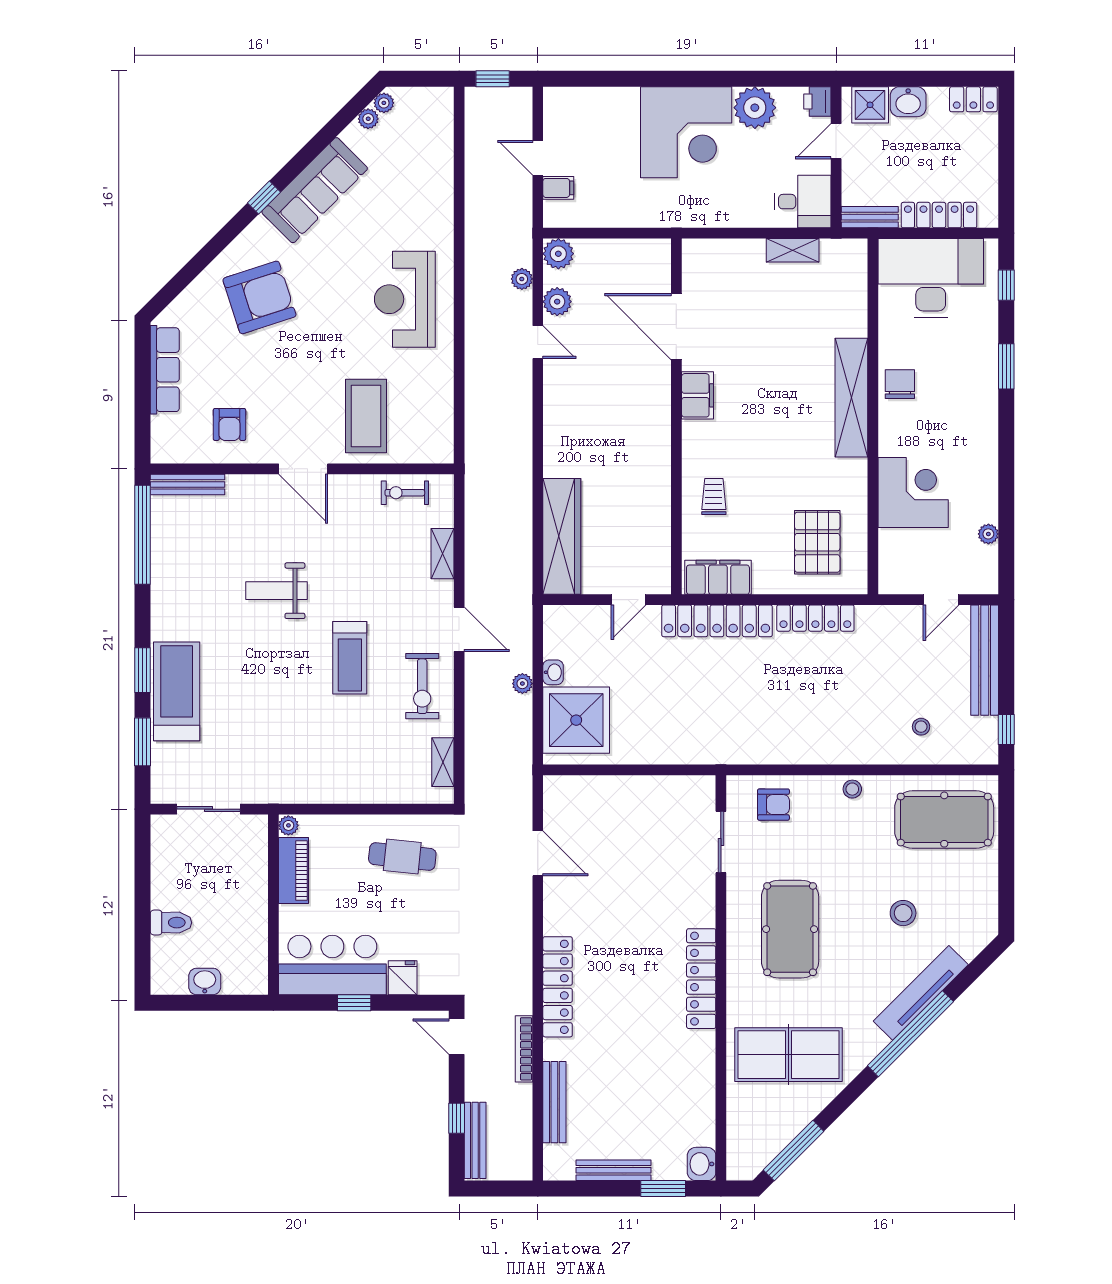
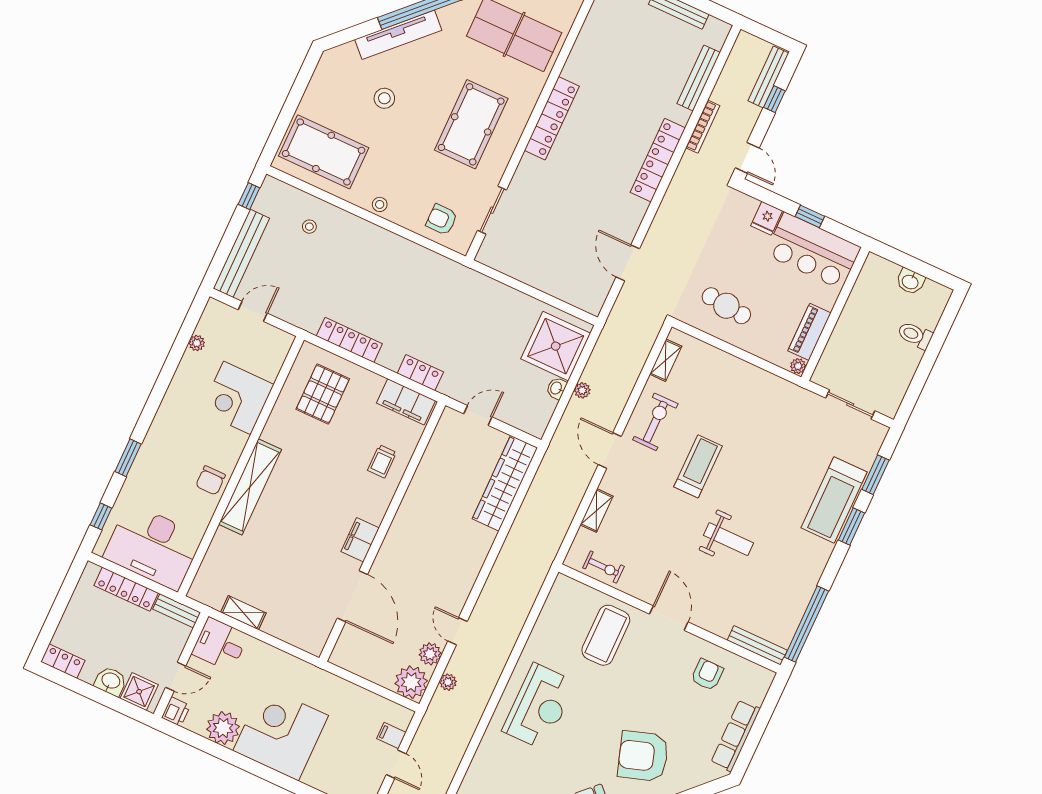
plant: (558, 254) -> (411, 682), width x1.36, depth x1.36
locker: (717, 621) -> (420, 373), width x0.46, depth x0.83

